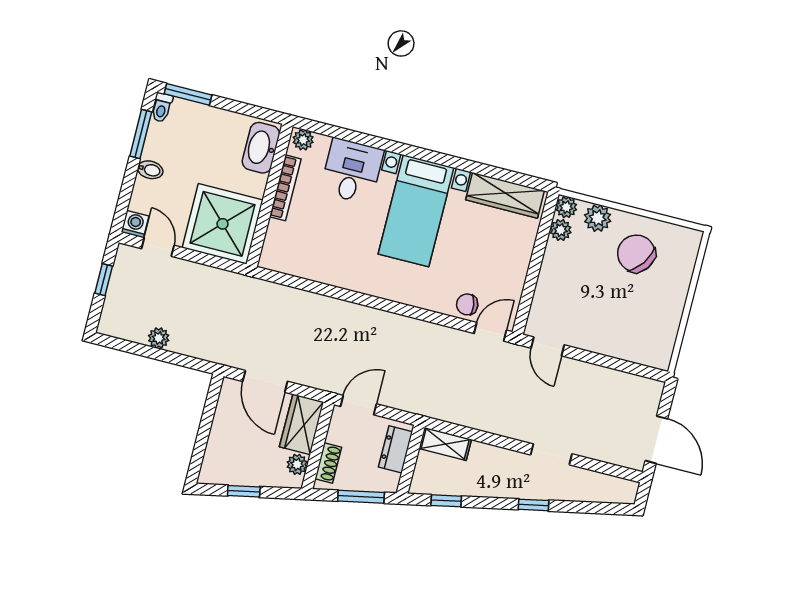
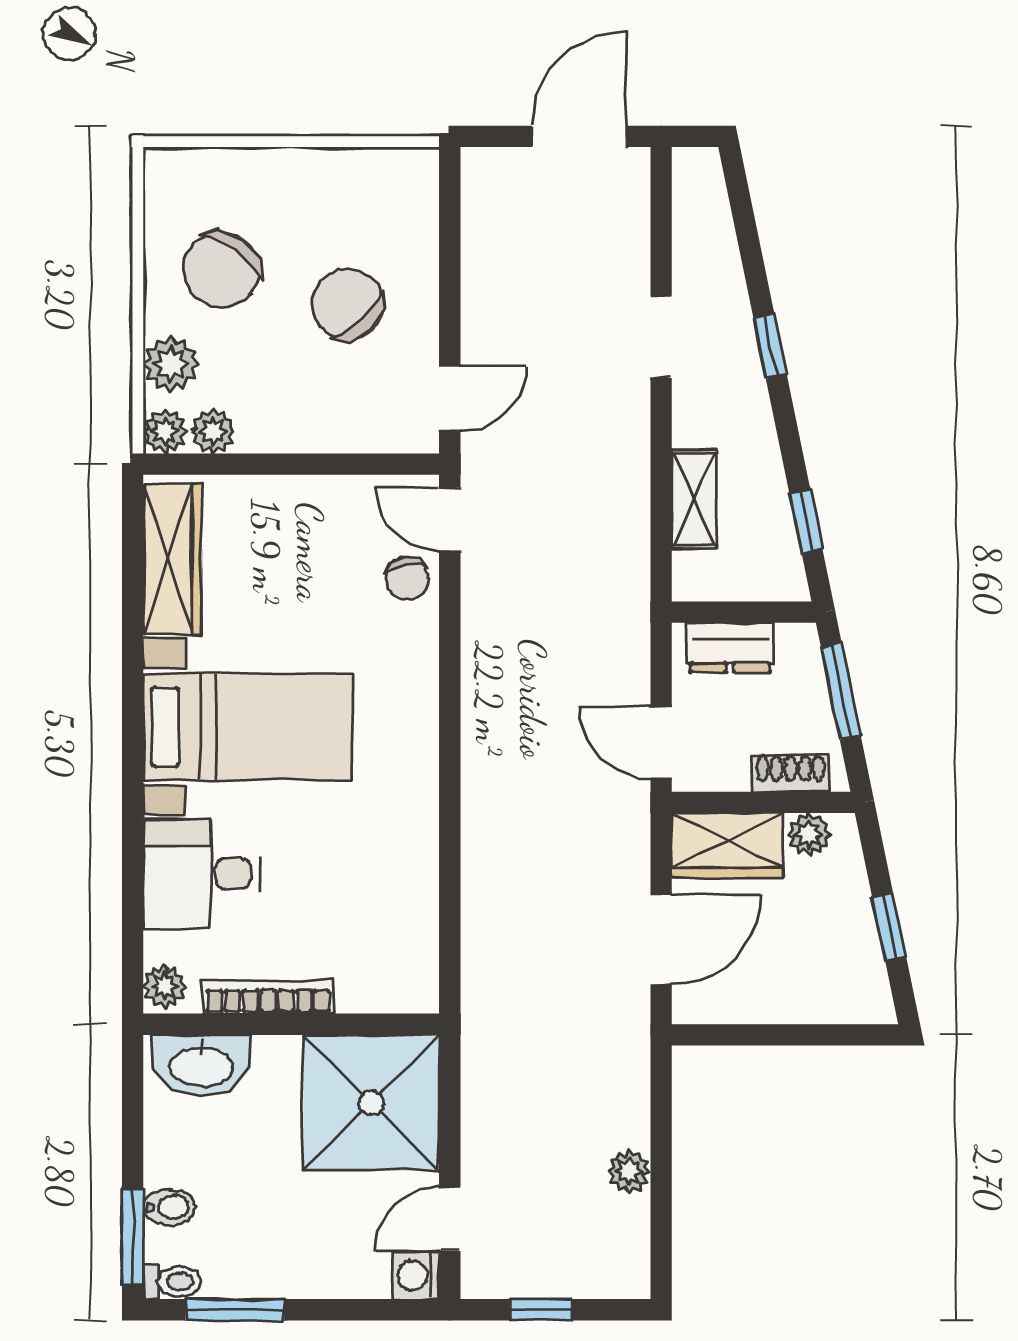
bidet: (150, 170) -> (169, 1207), moved, turned 90
chair: (605, 309) -> (348, 304), added
shelving: (445, 444) -> (694, 499), moved

